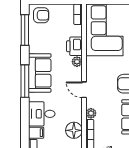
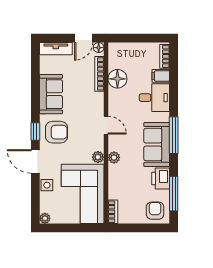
armchair: (41, 15) -> (155, 211), turned 90
printer: (74, 46) -> (161, 178), moved, turned 180
plant: (91, 113) -> (98, 157), moved

